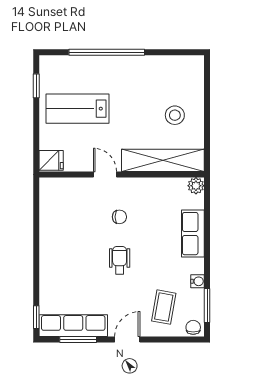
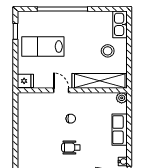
kitchen sink: (193, 75) -> (120, 24), added
wheelchair: (120, 260) -> (71, 148), turned -90

